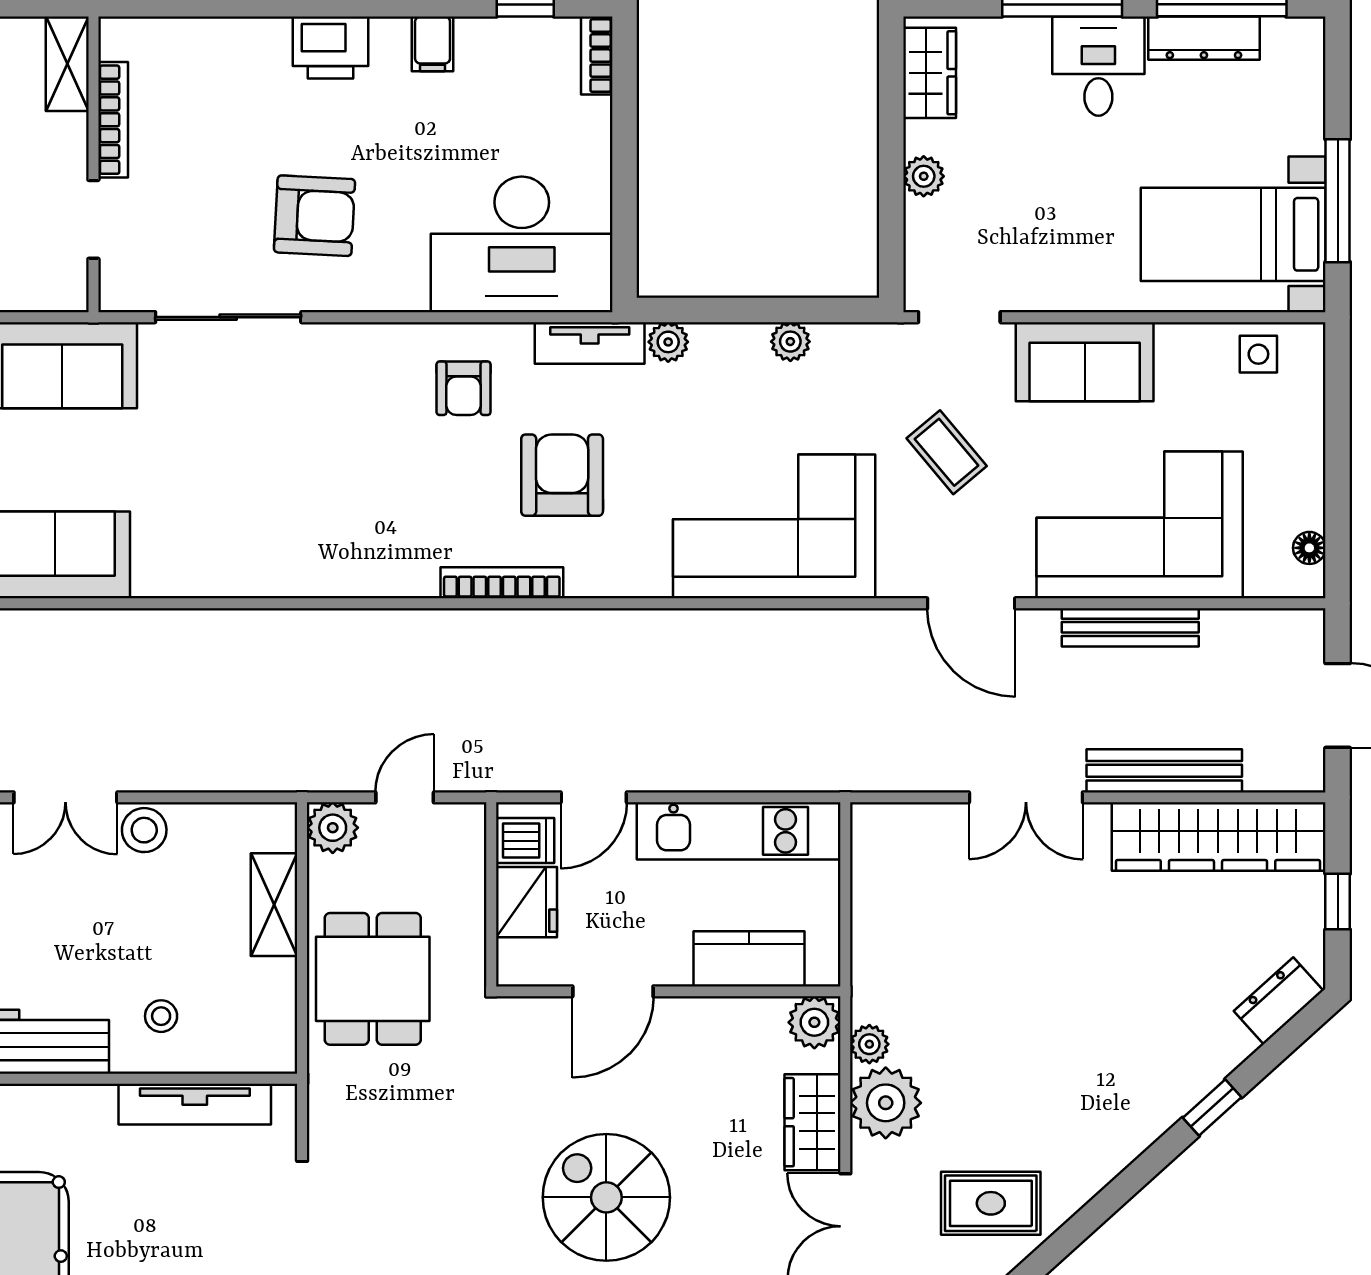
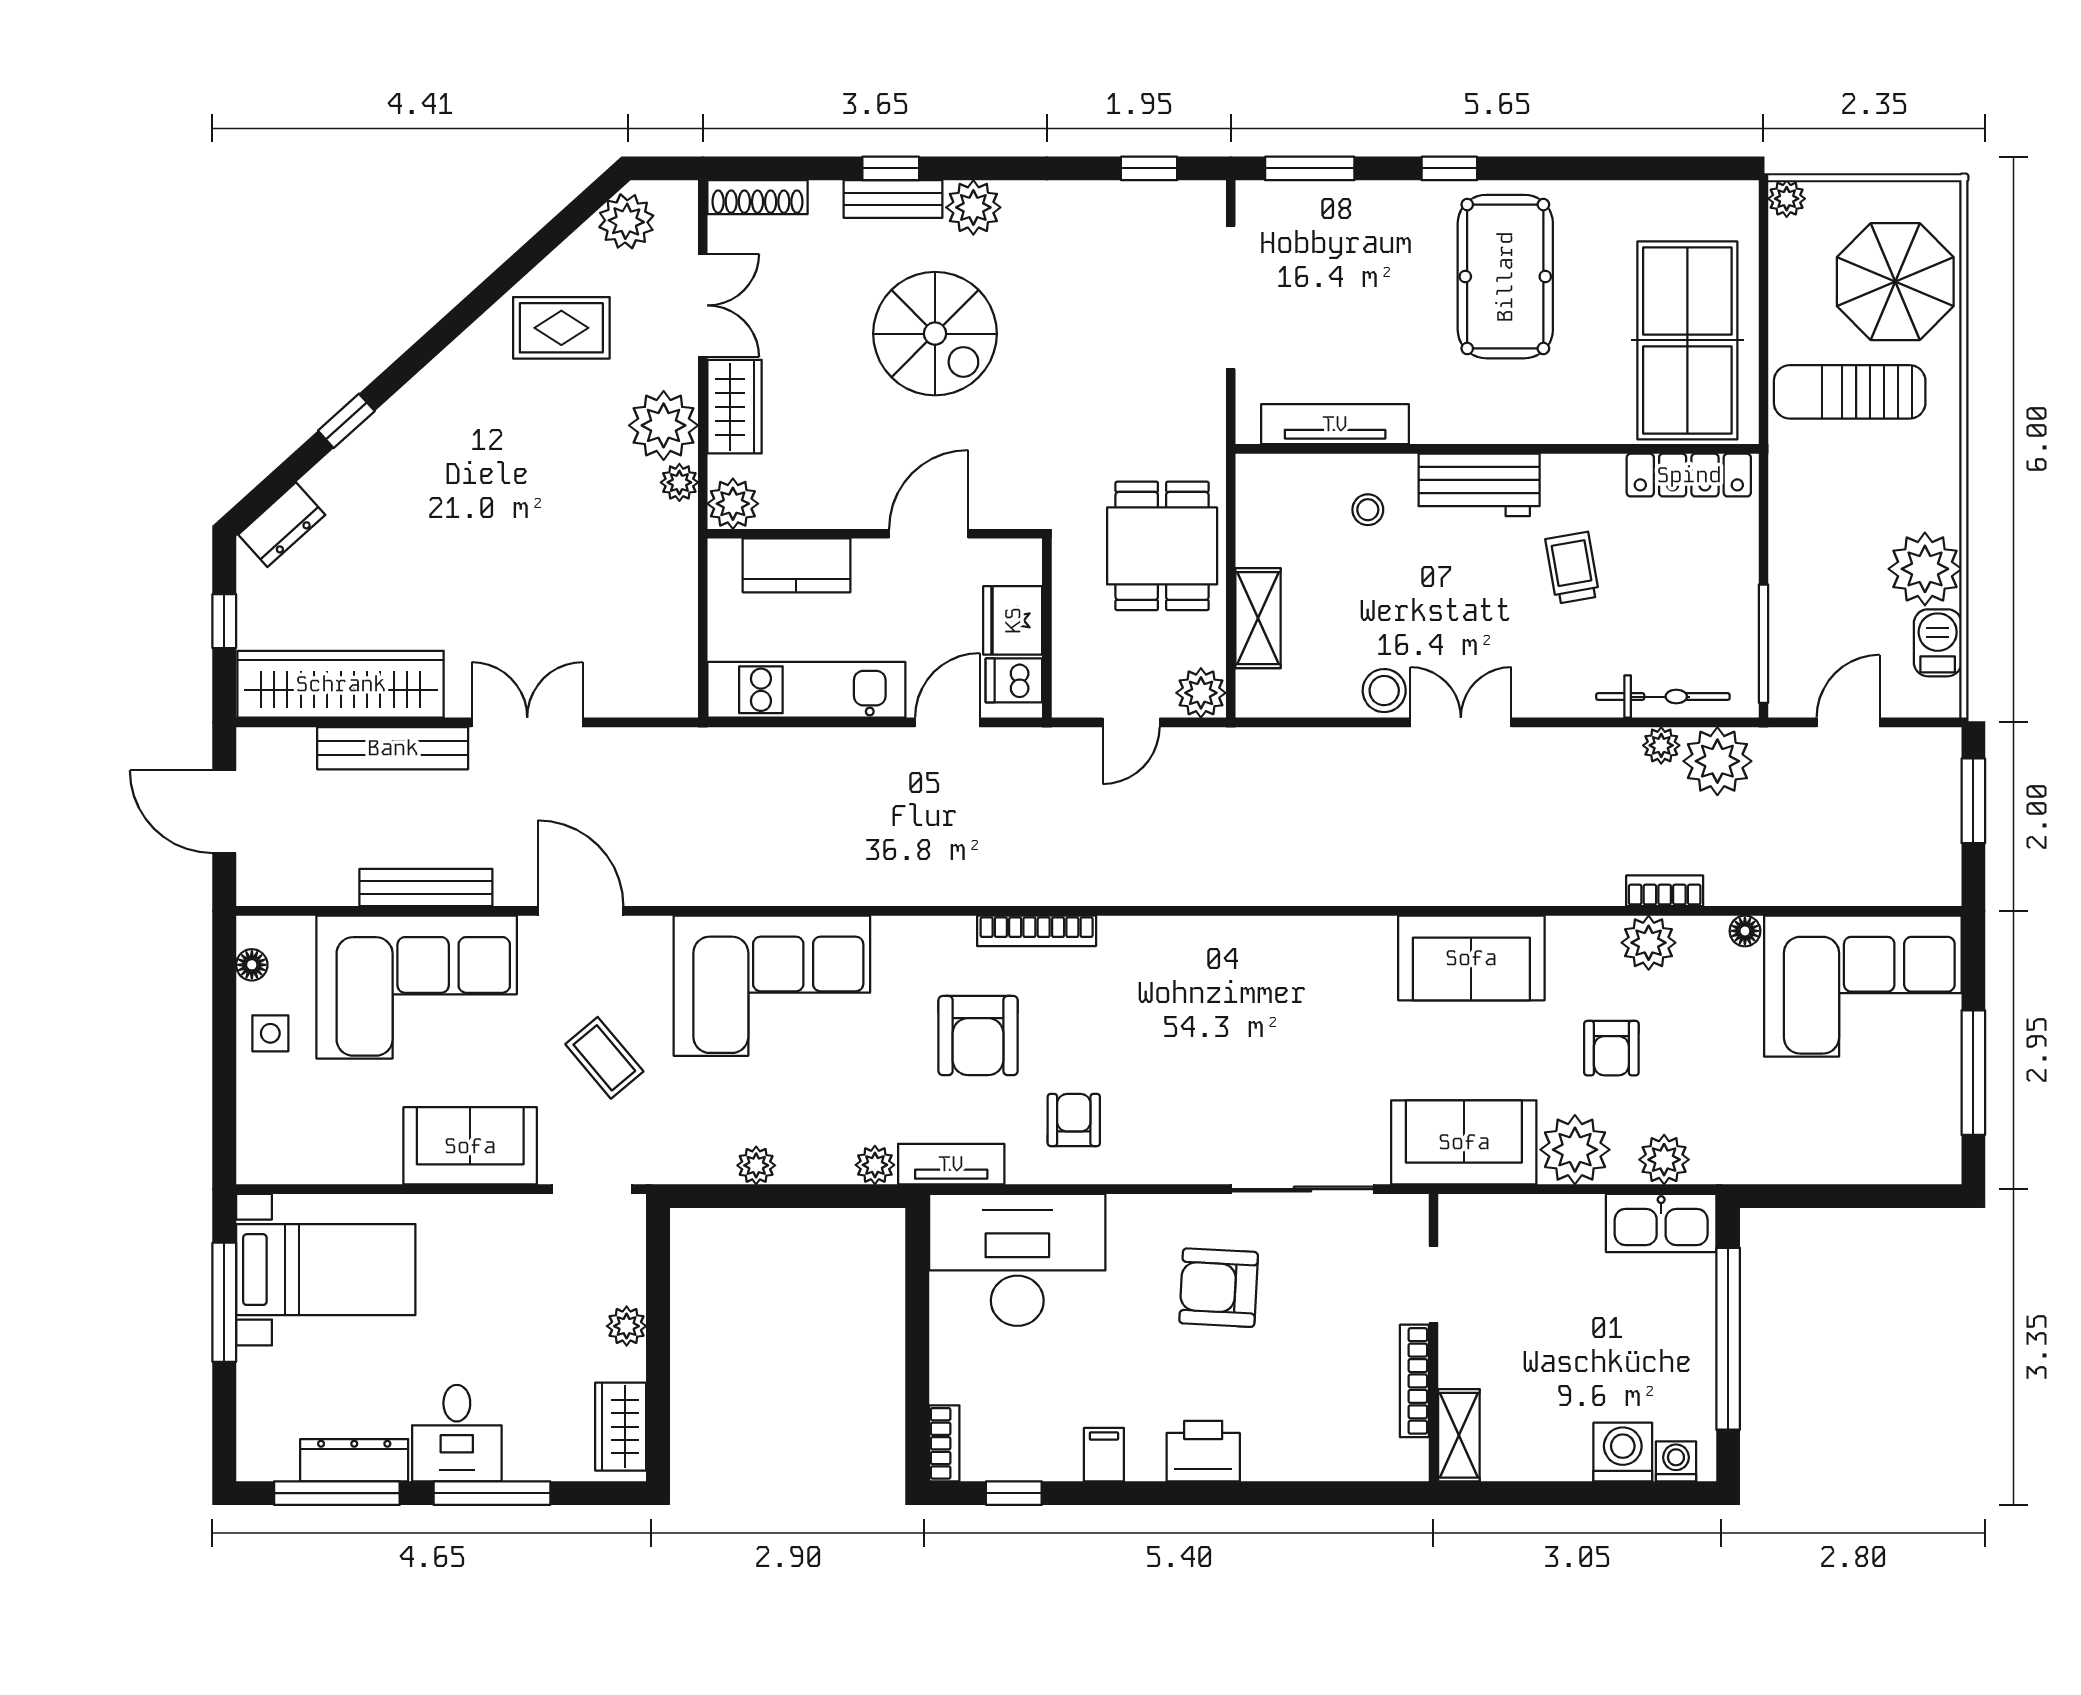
side table: (1258, 354) -> (270, 1033), moved

